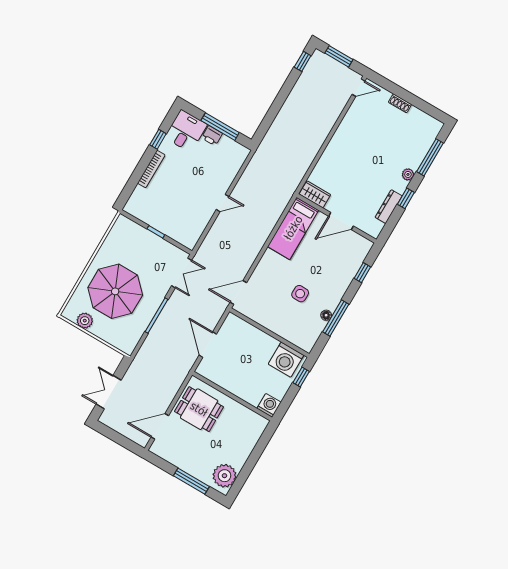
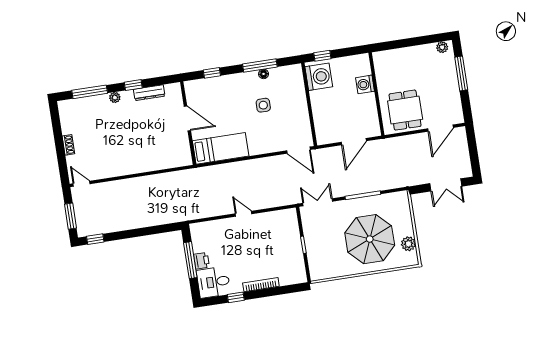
wardrobe: (315, 194) -> (184, 153), removed
washing machine: (269, 405) -> (365, 84), moved
door: (160, 426) -> (440, 128), hinge flipped
plant: (224, 476) -> (442, 47), width x0.53, depth x0.53

